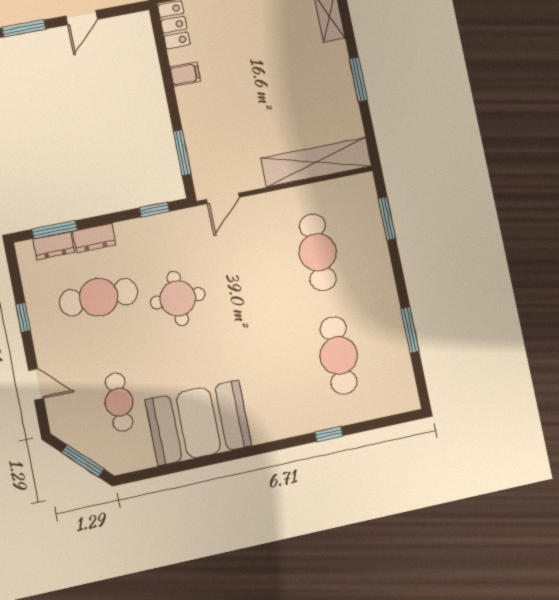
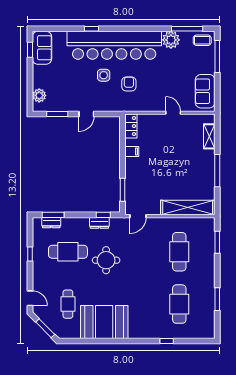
window: (358, 79) -> (217, 171), width x1.44
dresser: (94, 238) -> (99, 223), moved
door: (36, 384) -> (30, 298), moved

